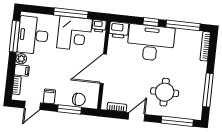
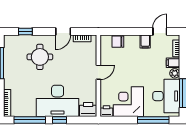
window: (71, 13) -> (153, 120), moved
door: (103, 69) -> (98, 72), width x0.53
window: (69, 110) -> (125, 31), removed
window: (177, 121) -> (25, 31), width x0.46

